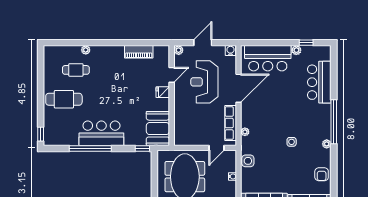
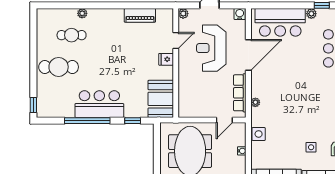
side table: (292, 142) -> (311, 147), moved
window: (142, 149) -> (133, 121), moved

